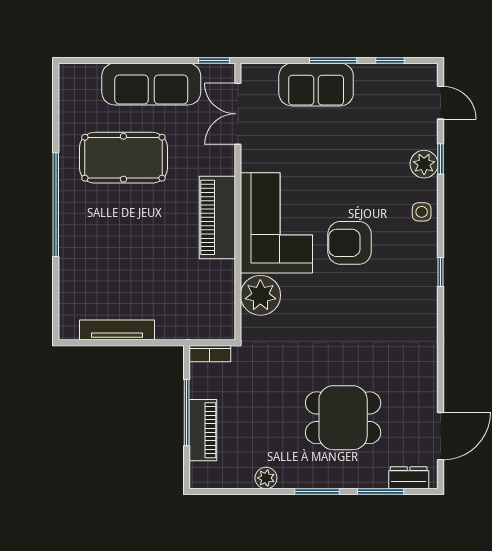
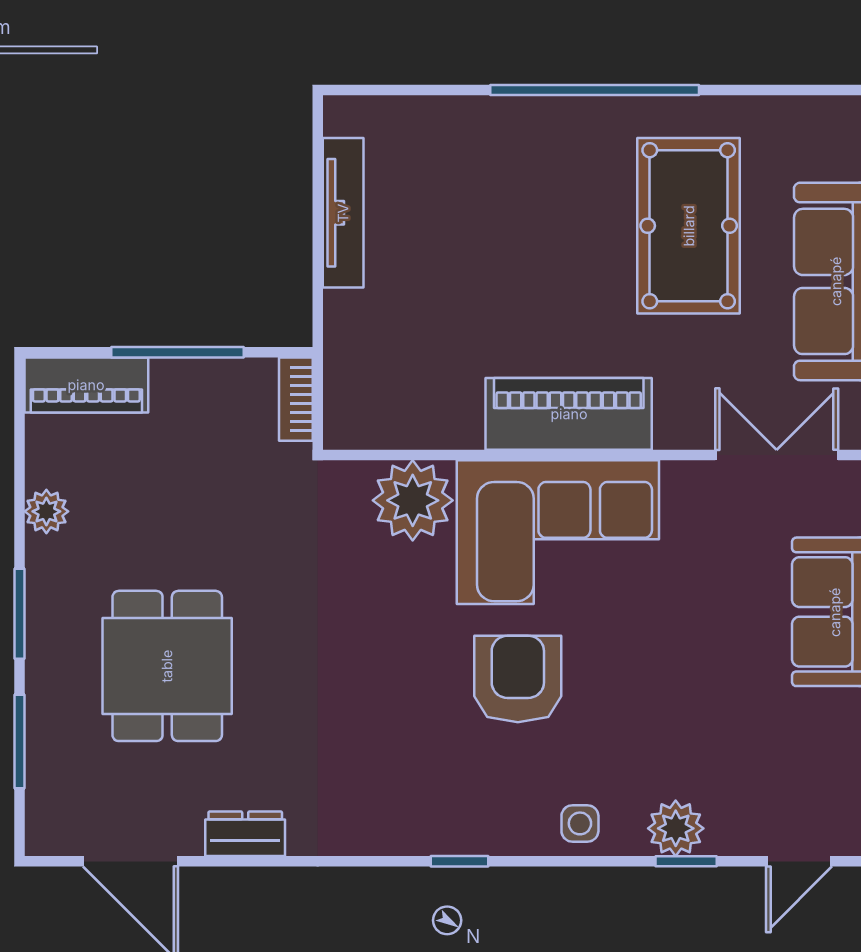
piano: (203, 430) -> (86, 385), moved
dresser: (409, 478) -> (245, 834), moved, turned -90

